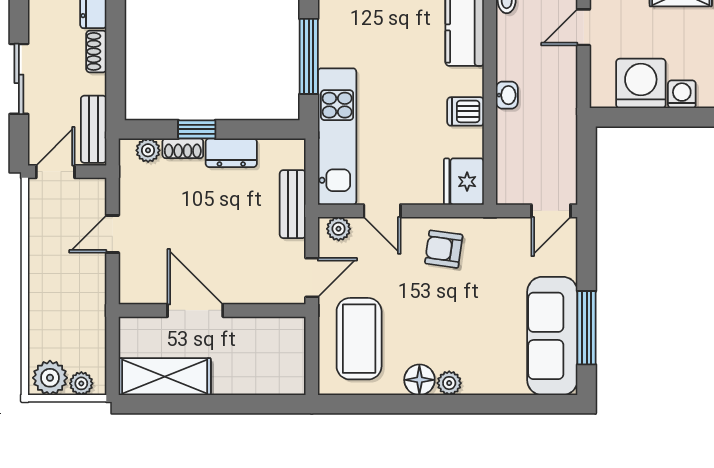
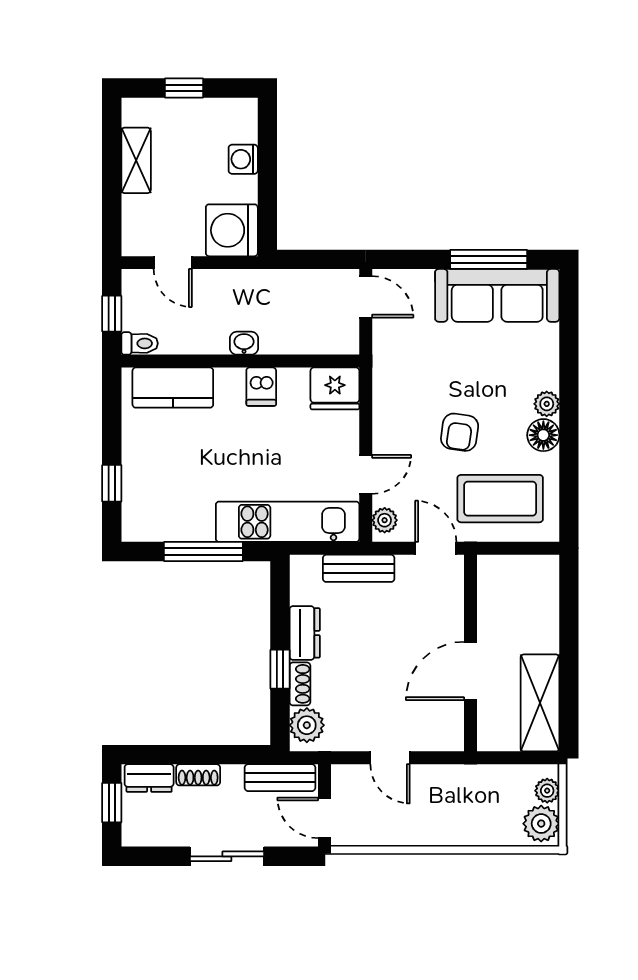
washing machine: (641, 83) -> (232, 230), moved
plant: (148, 150) -> (307, 725), width x1.38, depth x1.38
armchair: (444, 249) -> (460, 432), moved

